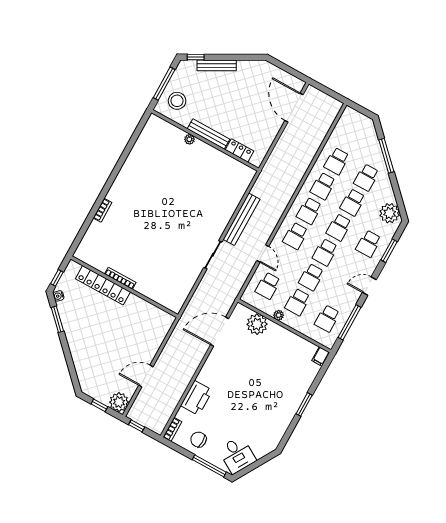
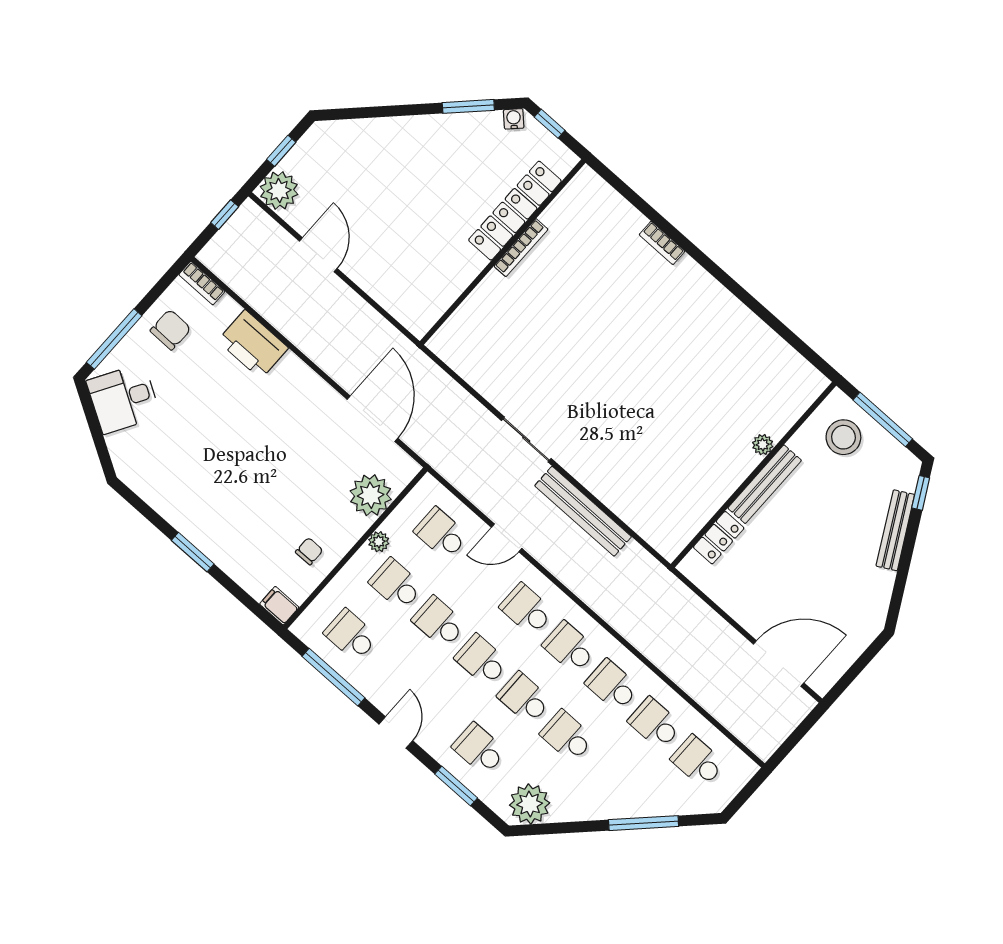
school desk: (366, 177) -> (698, 761), moved
chair: (291, 348) -> (309, 551), added

